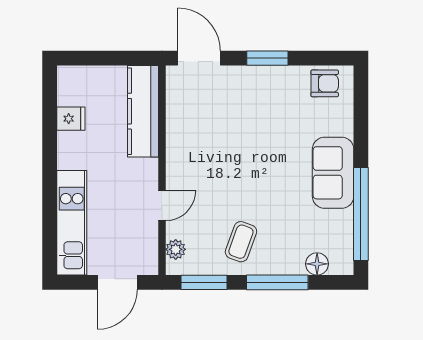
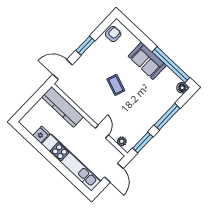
kitchen unit: (72, 223) -> (71, 163), width x1.36
coffee table: (241, 242) -> (116, 85), moved
floor lamp: (317, 264) -> (182, 88), moved

